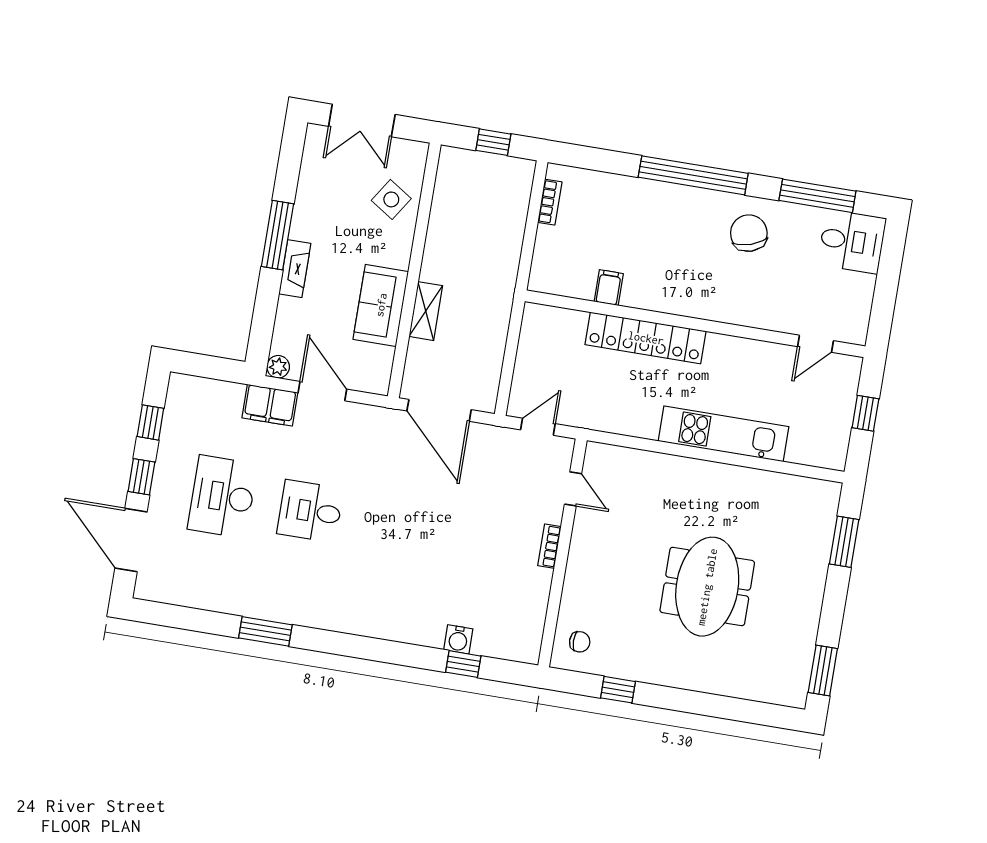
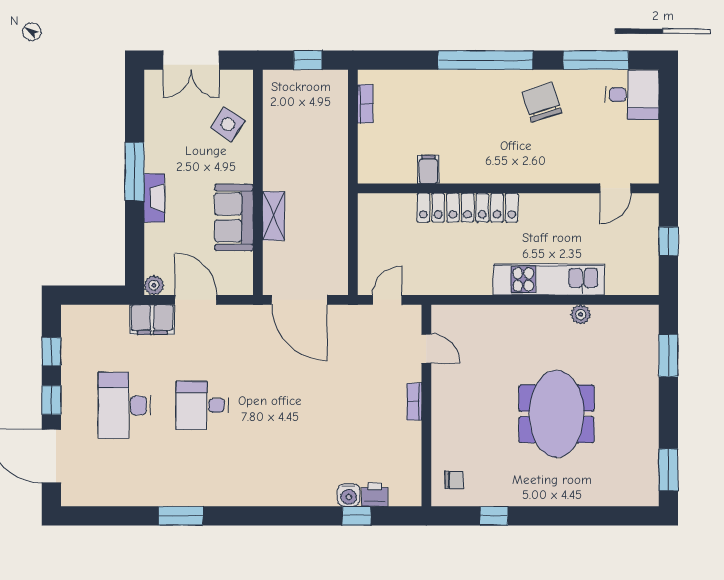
plant: (753, 479) -> (581, 314), added
printer: (488, 644) -> (375, 495), added

